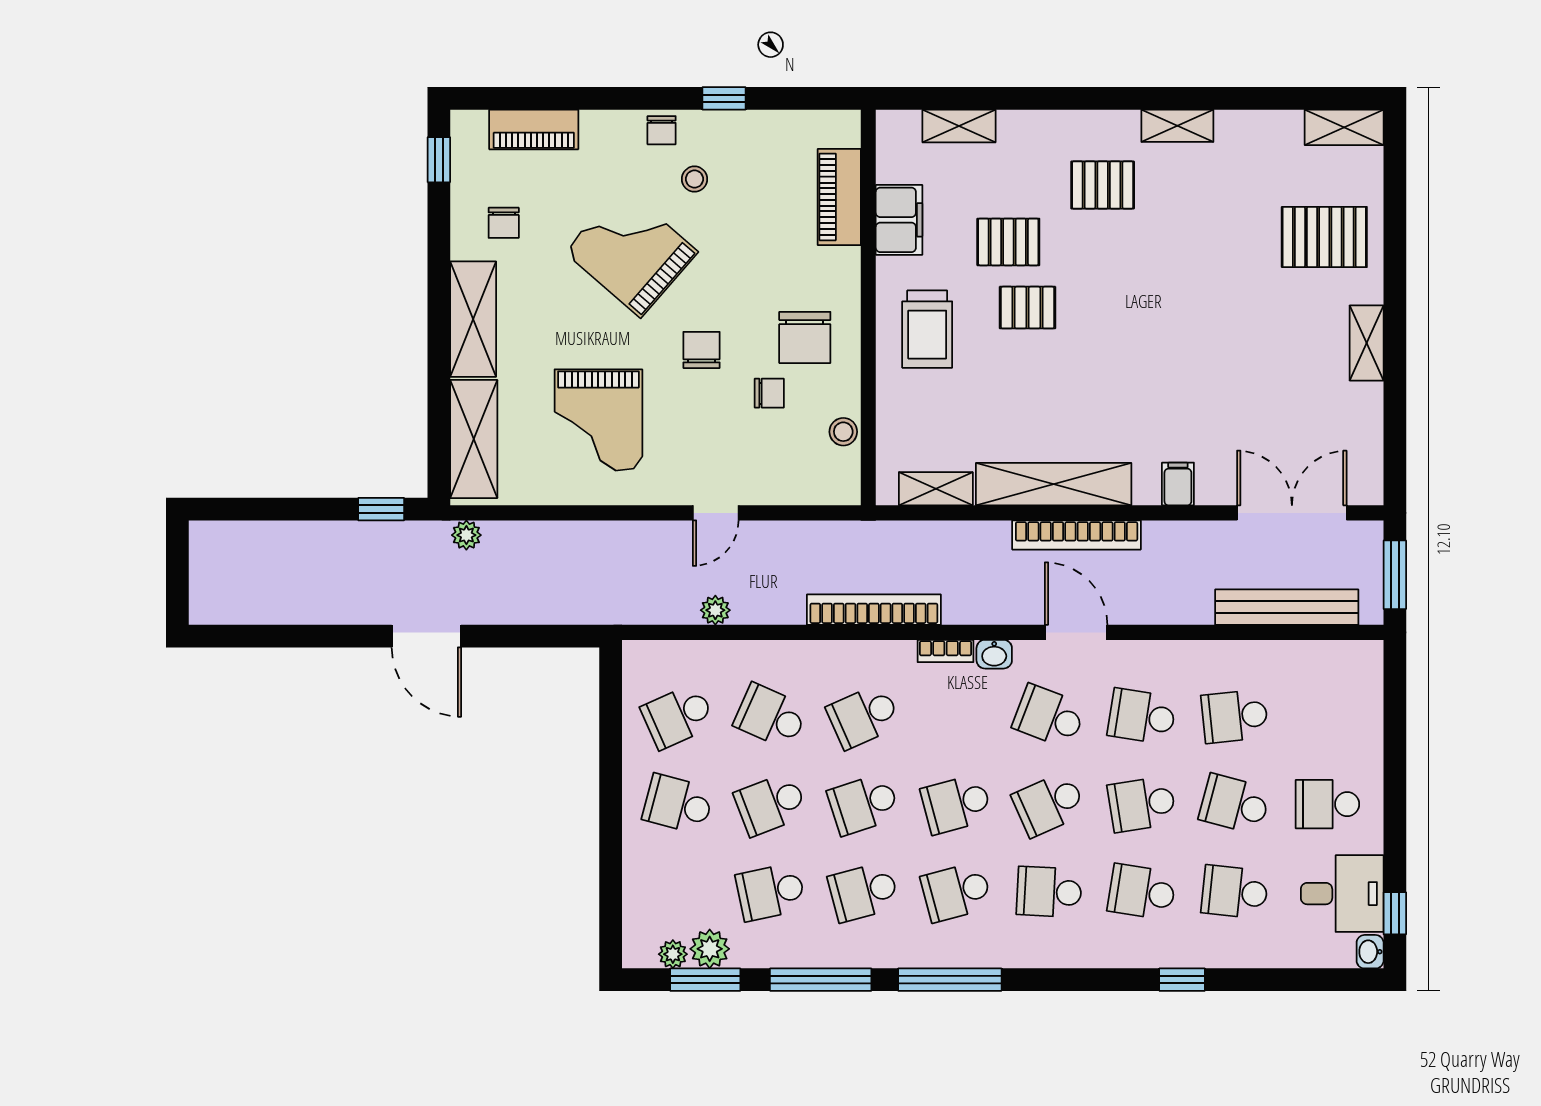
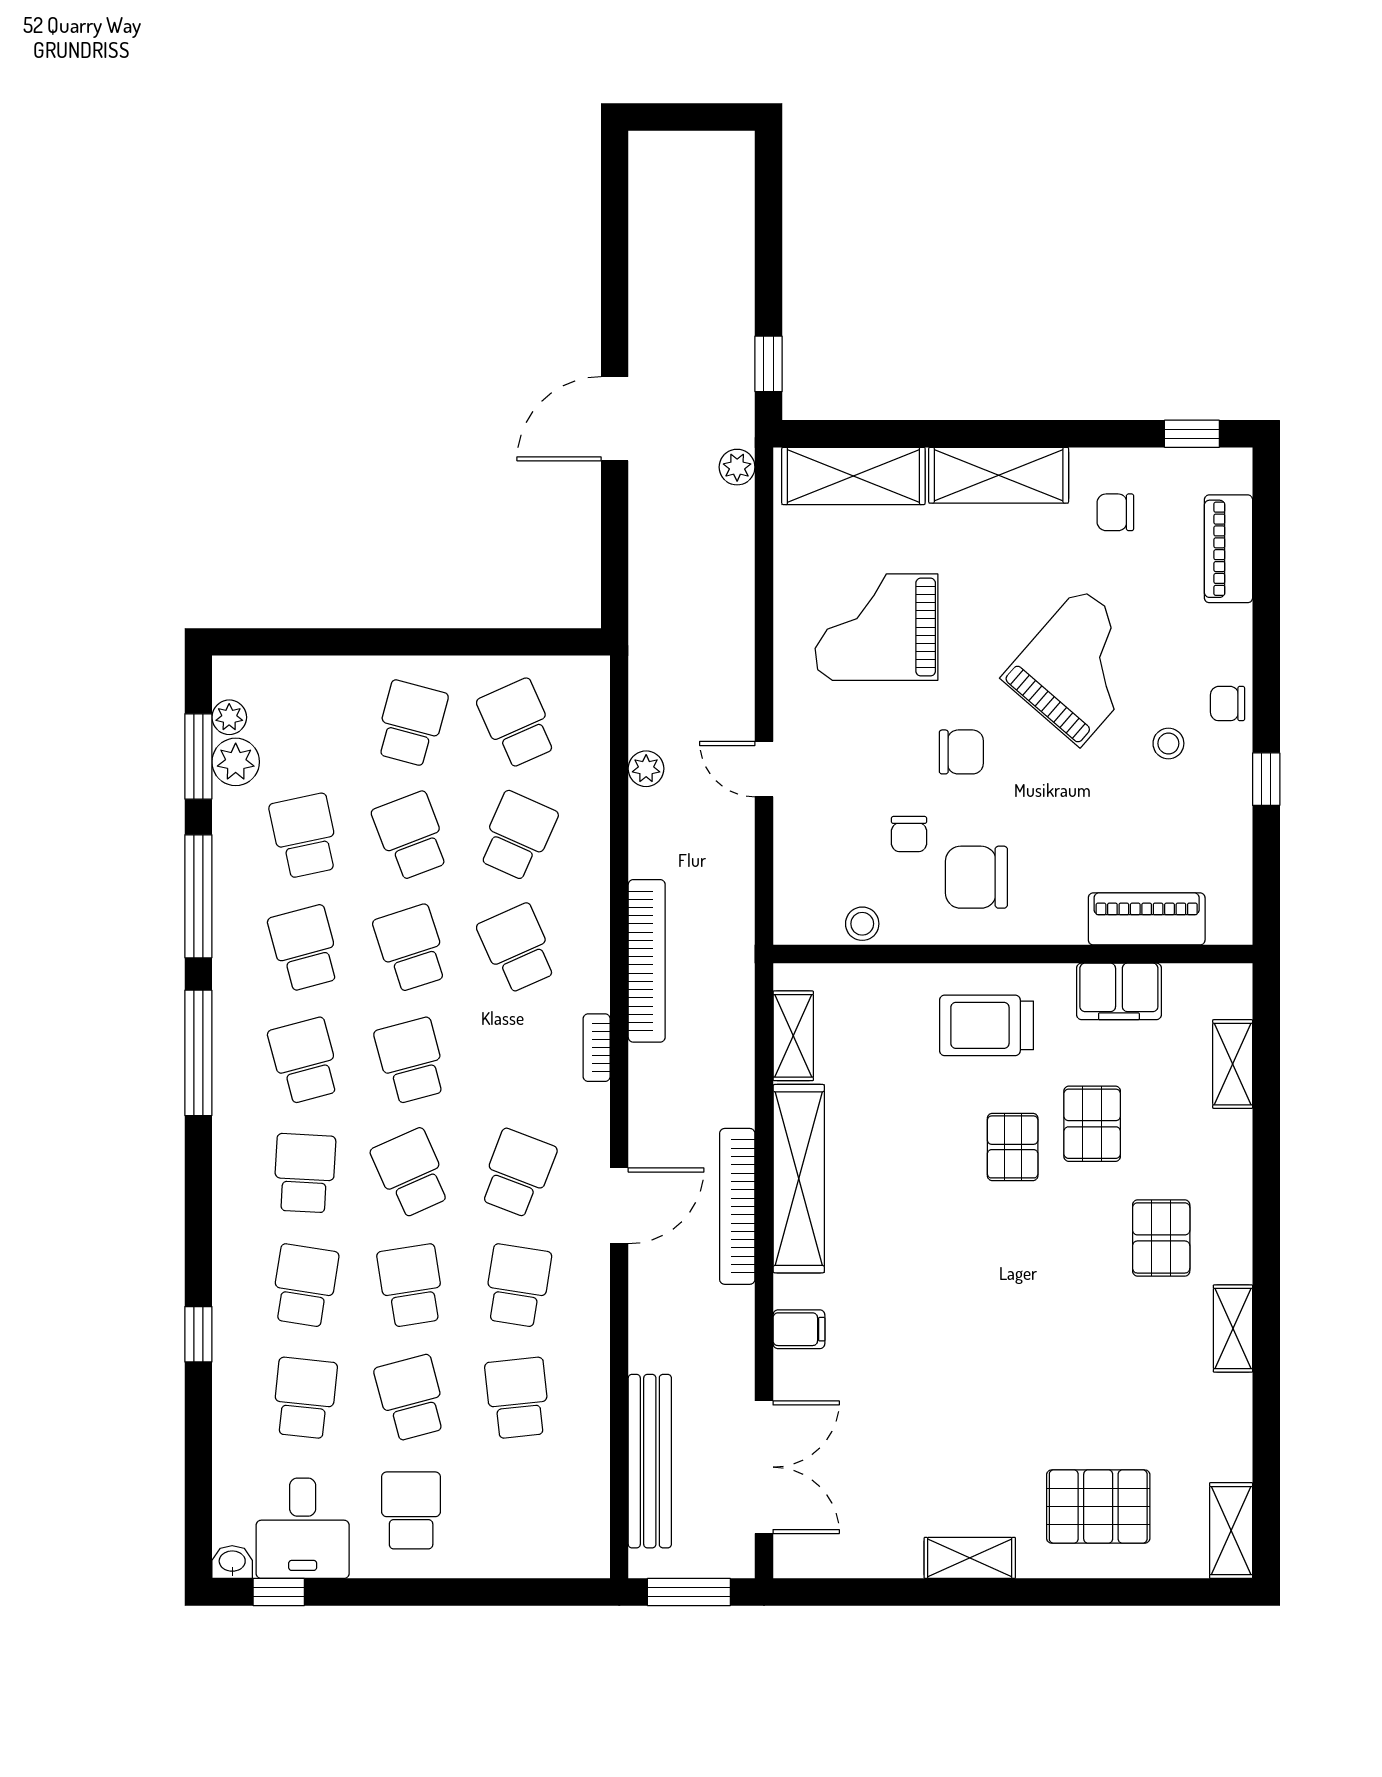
pallet: (1324, 237) -> (1098, 1507), turned 90
washbasin: (994, 654) -> (593, 1107), removed
school desk: (1235, 804) -> (411, 1398), turned -30

